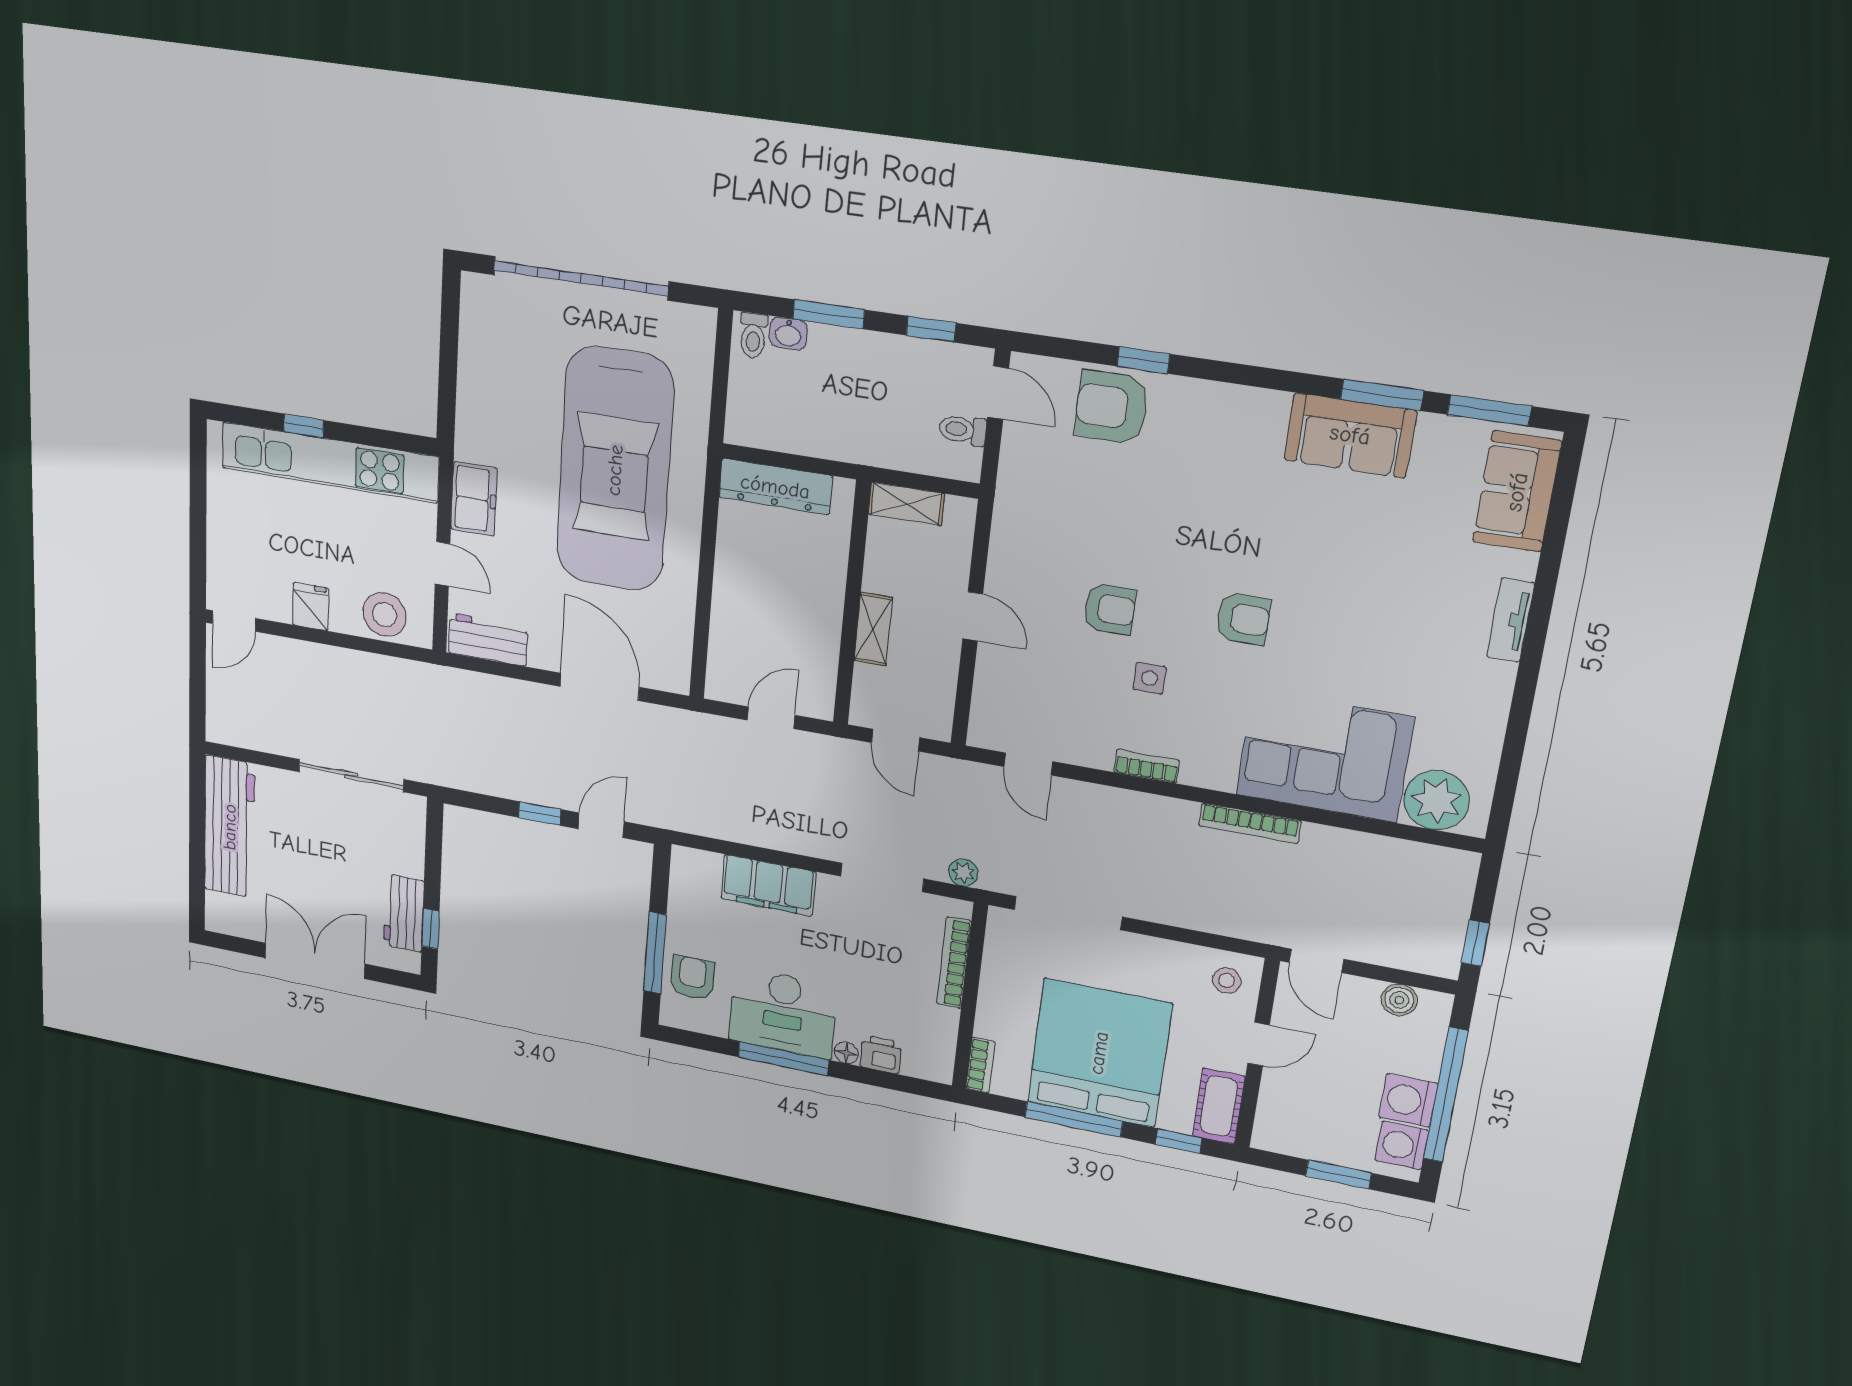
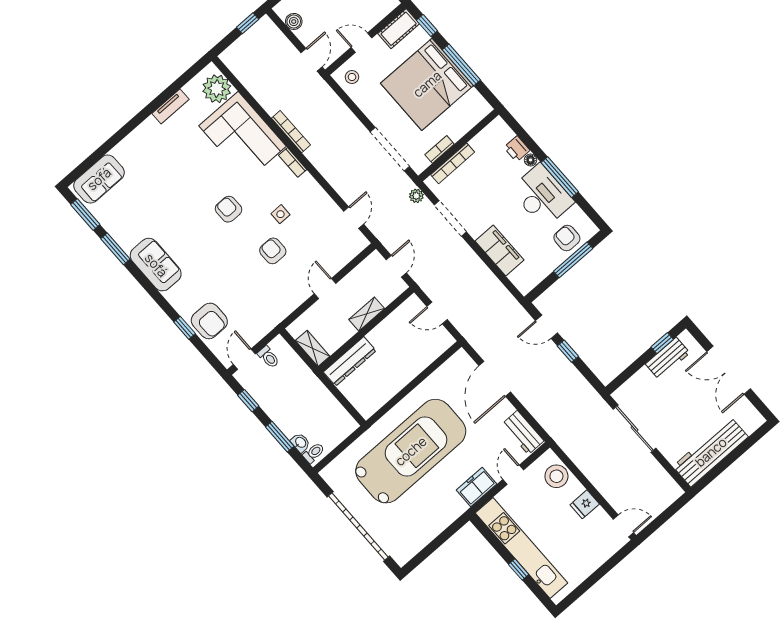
sofa: (1350, 435) -> (156, 265), moved
dresser: (775, 487) -> (350, 361), moved, turned 90
tv unit: (1511, 620) -> (170, 106), moved
bookcase: (1147, 766) -> (293, 162), moved
armchair: (692, 978) -> (567, 238), turned 90
bookcase: (981, 1065) -> (439, 149), moved

